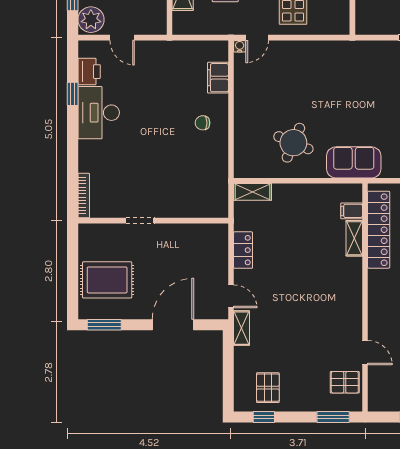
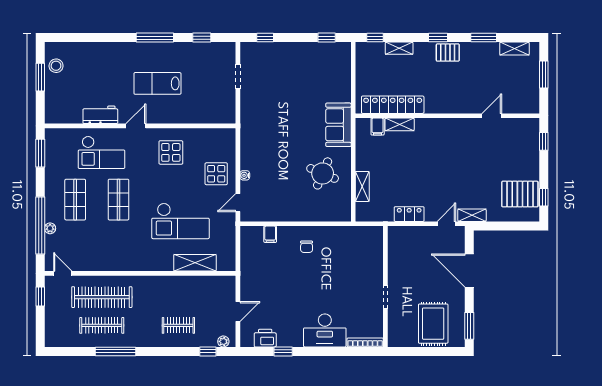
plant: (91, 20) -> (223, 341), width x0.53, depth x0.53
door: (257, 38) -> (238, 203), swing flipped
water cooler: (240, 46) -> (245, 175), moved
filing cabinet: (218, 78) -> (270, 234), width x0.50
desk: (99, 113) -> (325, 330), moved
shelving: (253, 192) -> (362, 186), moved
pallet: (345, 382) -> (516, 132), removed
pallet: (268, 388) -> (520, 194), width x1.50, depth x1.42
window: (333, 417) -> (544, 141), width x0.67

